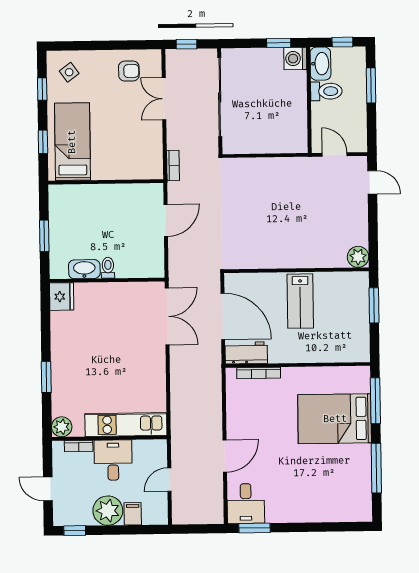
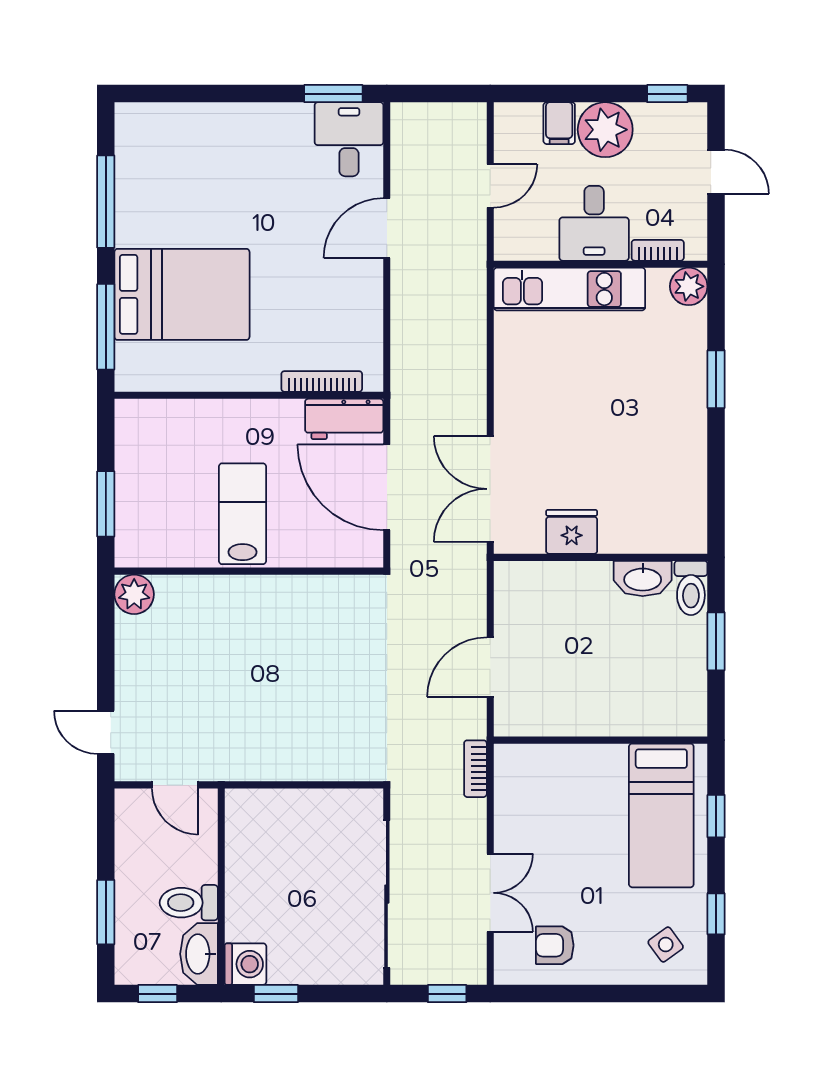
toilet: (108, 268) -> (691, 588), moved, width x1.37, depth x1.39
fridge: (62, 297) -> (572, 532), moved, turned 90

